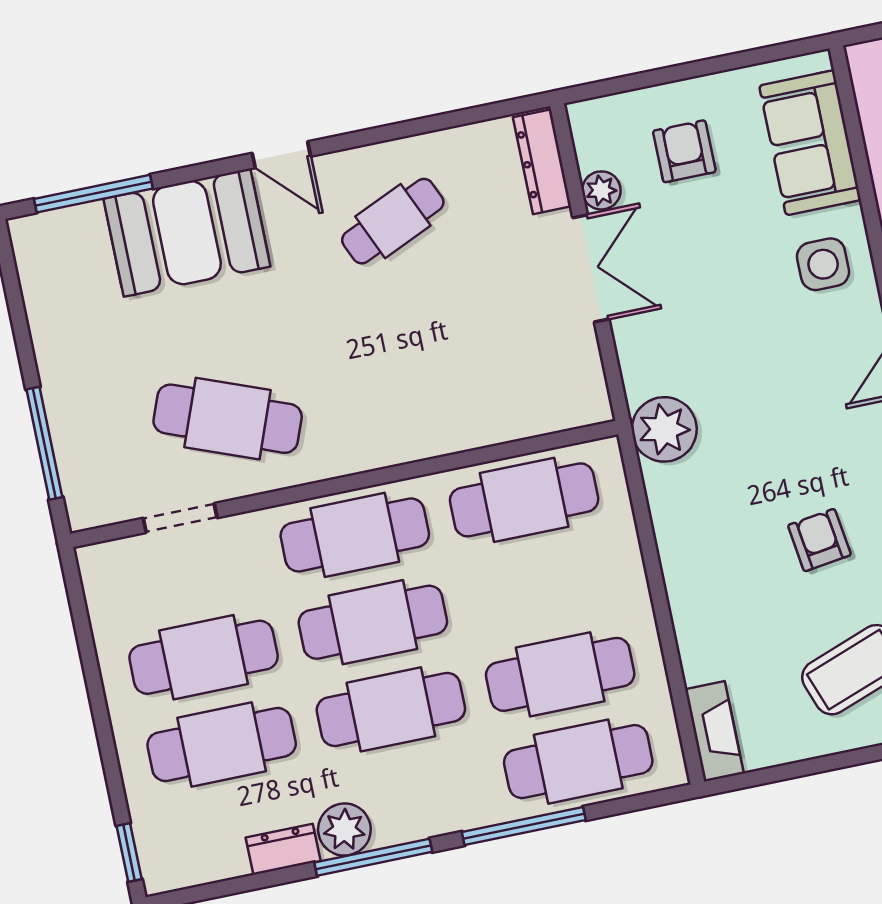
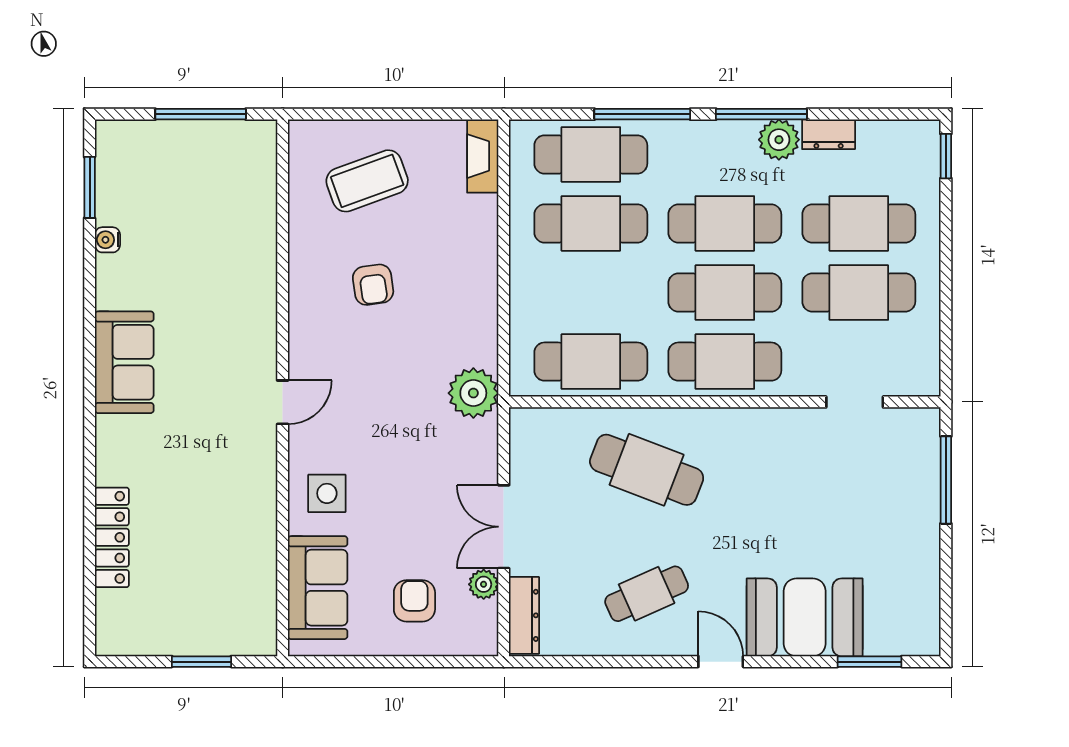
armchair: (684, 151) -> (414, 601), turned 180
window: (93, 194) -> (870, 662), width x0.69
cafe table: (228, 419) -> (647, 470), moved

